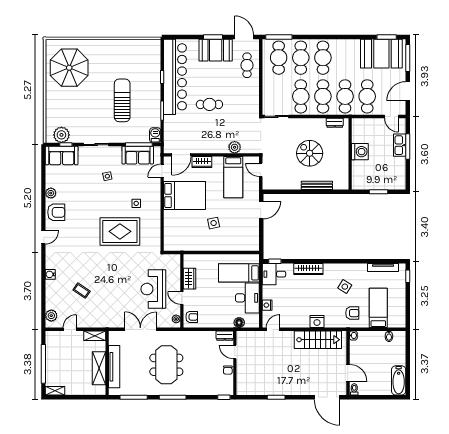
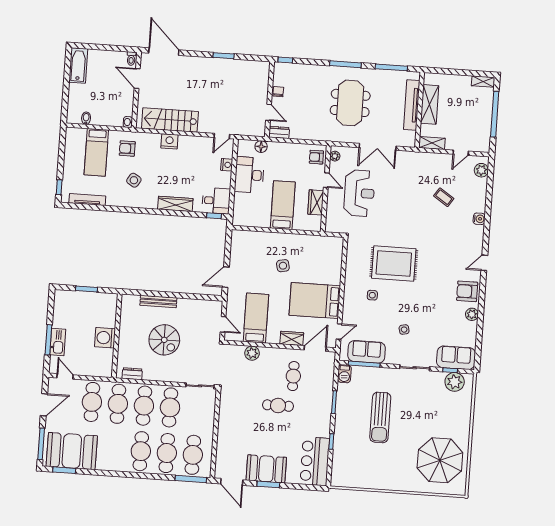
cafe table: (247, 65) -> (293, 376), moved
bar counter: (175, 77) -> (315, 461), width x0.54
bed: (239, 273) -> (283, 205), moved, turned -90

